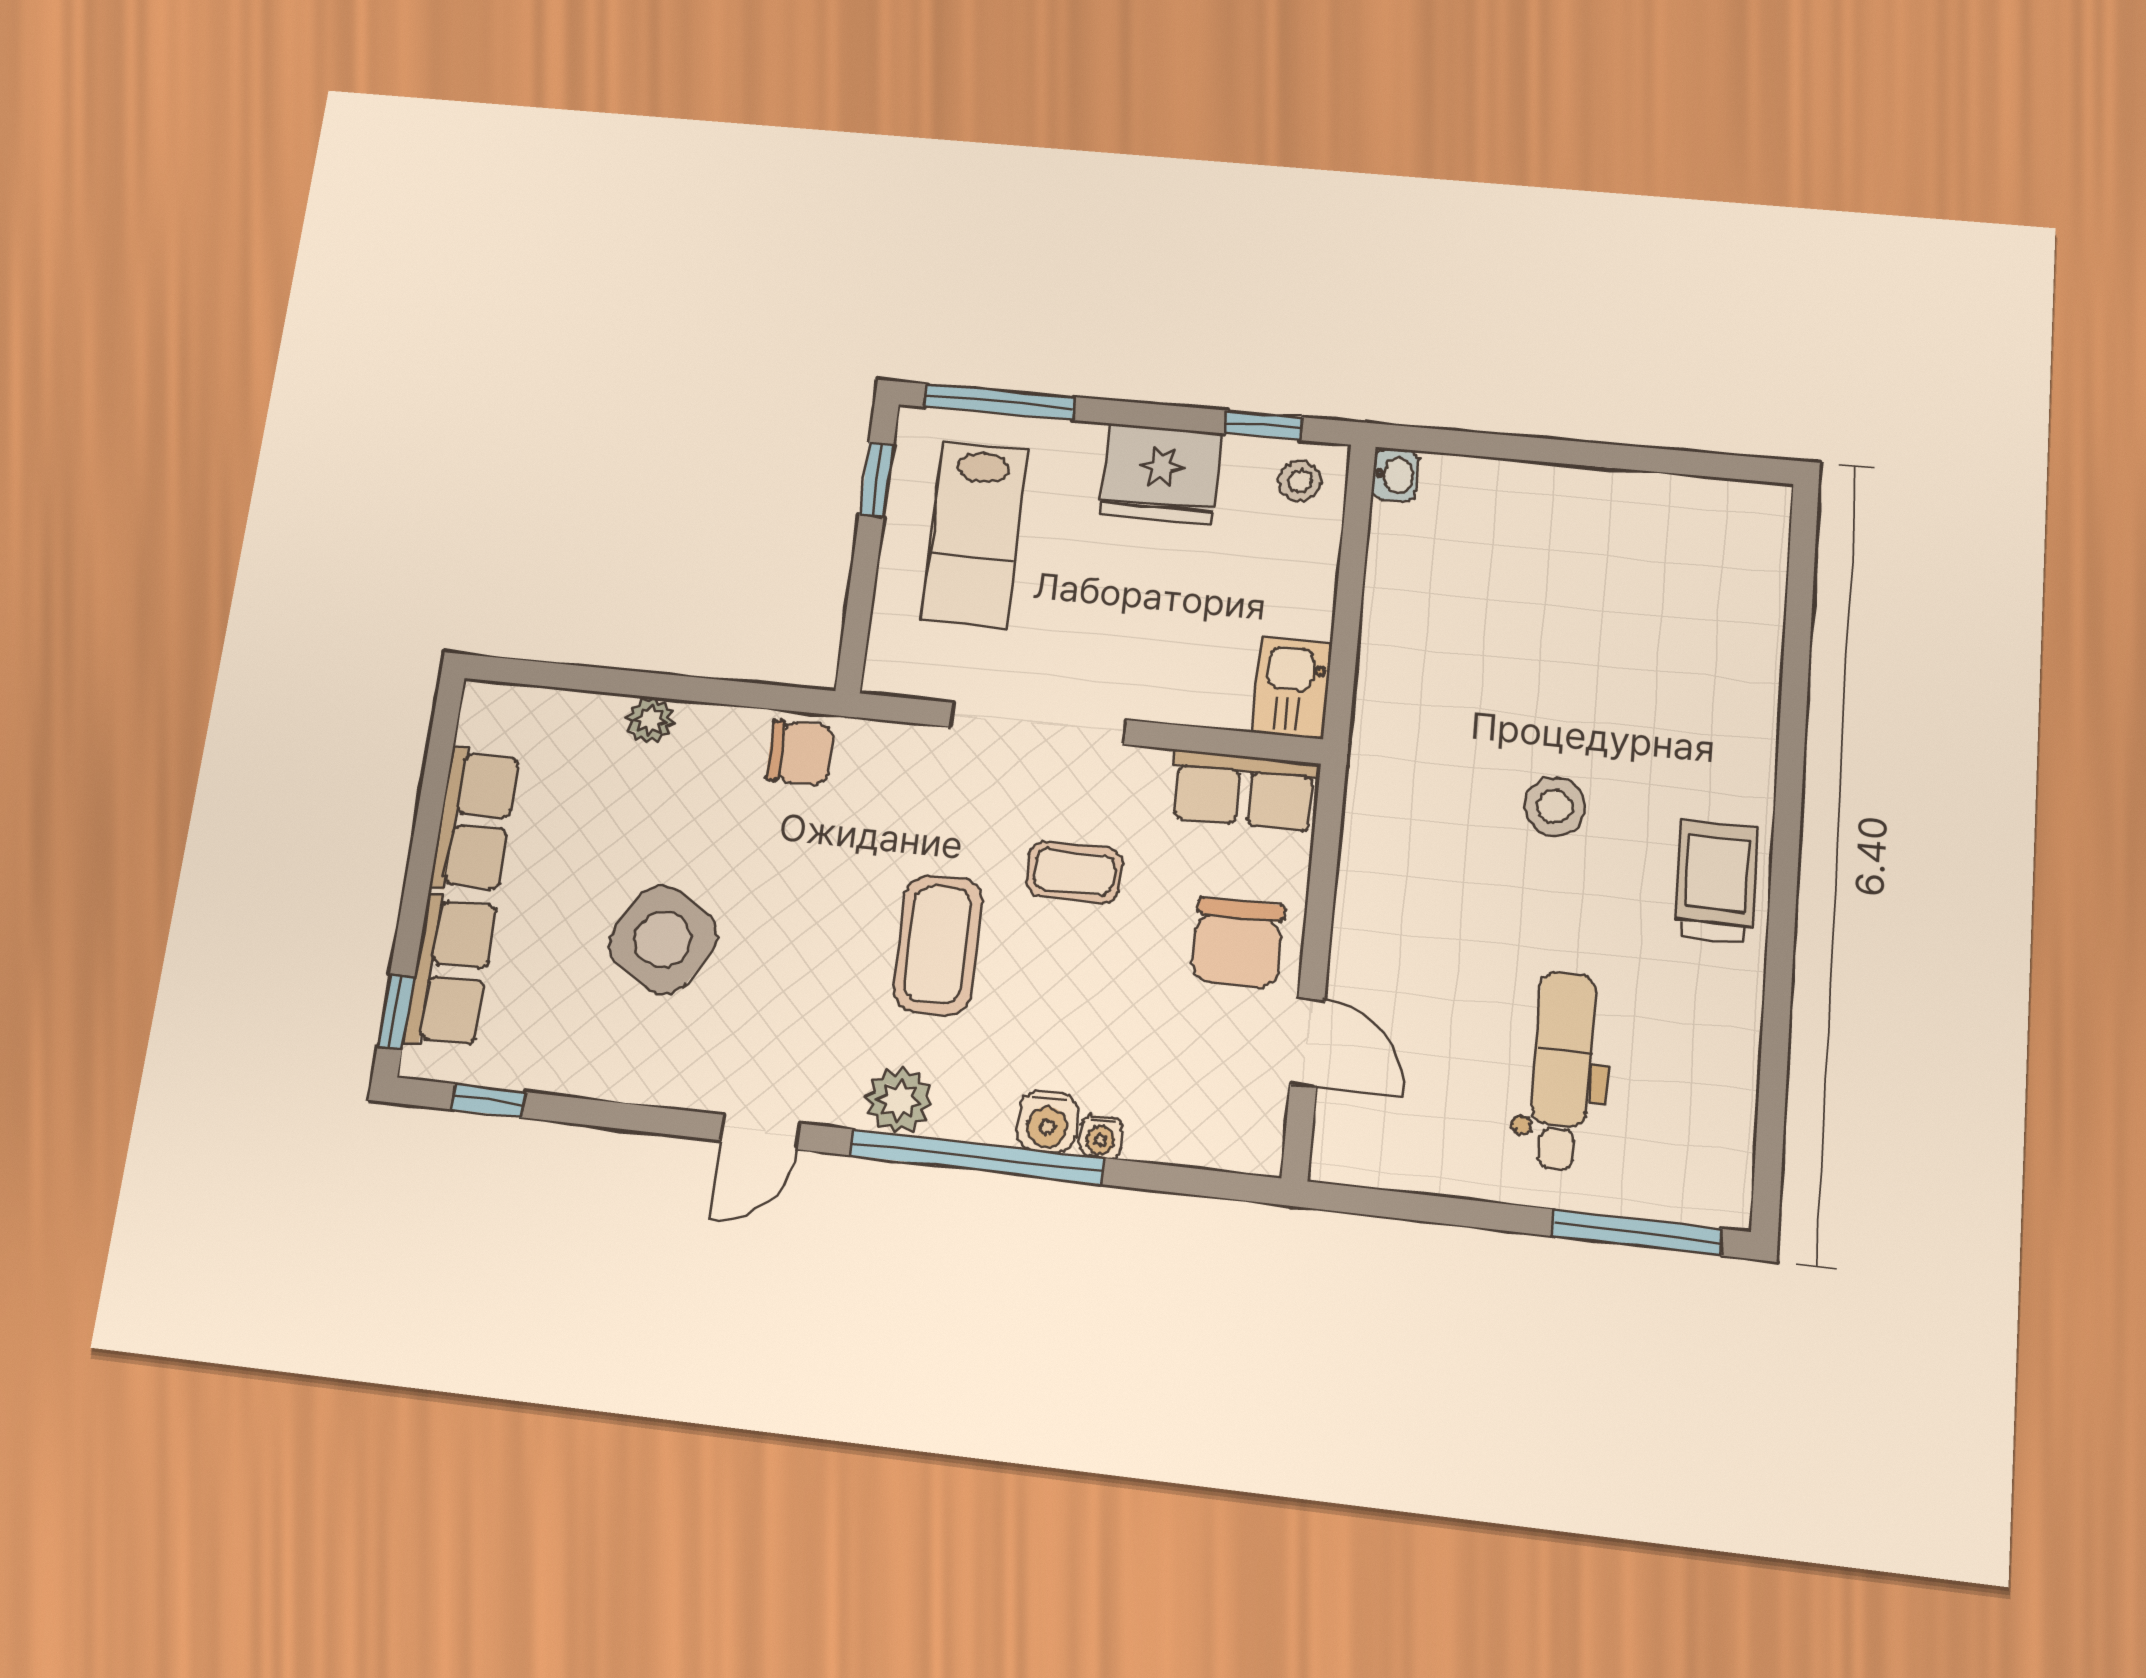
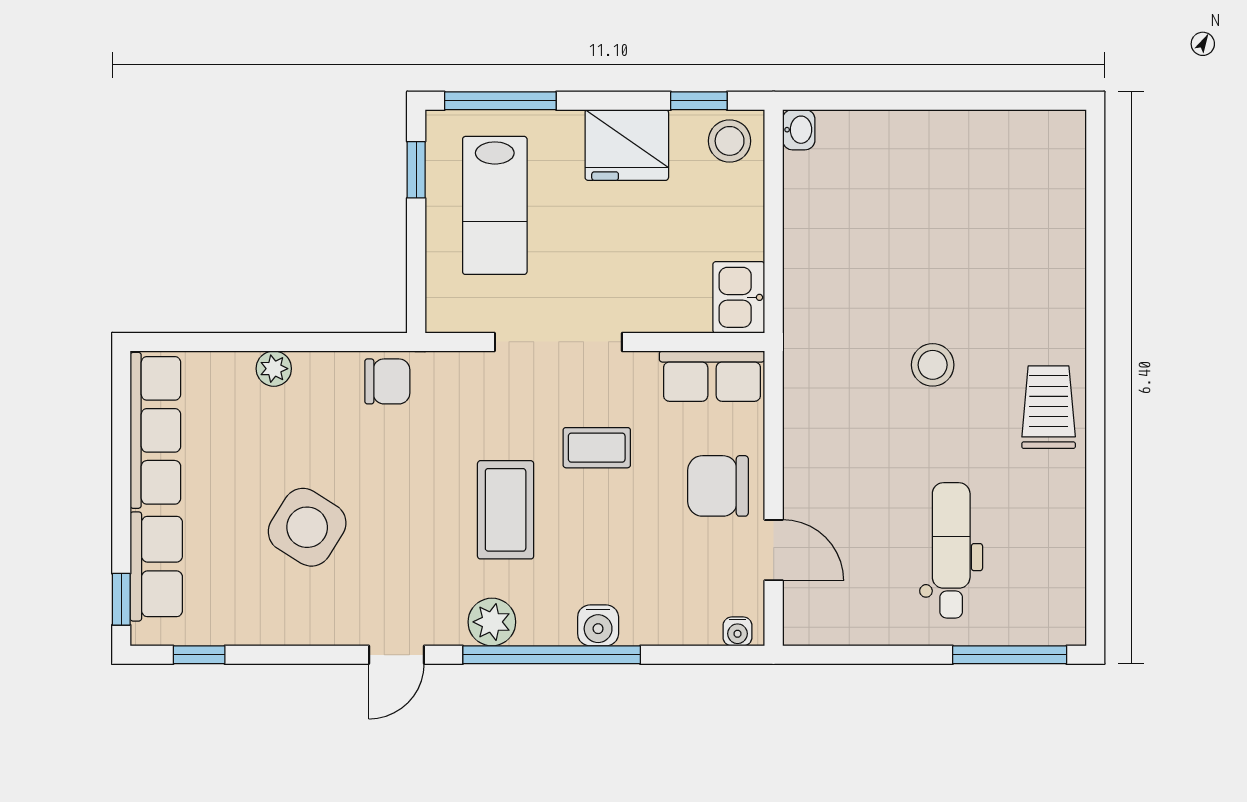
stool: (1300, 481) -> (730, 141), width x1.37, depth x1.37
row of seats: (474, 820) -> (155, 430), width x1.48
chair: (1238, 943) -> (718, 486), turned 90
water cooler: (1101, 1137) -> (737, 631), moved

